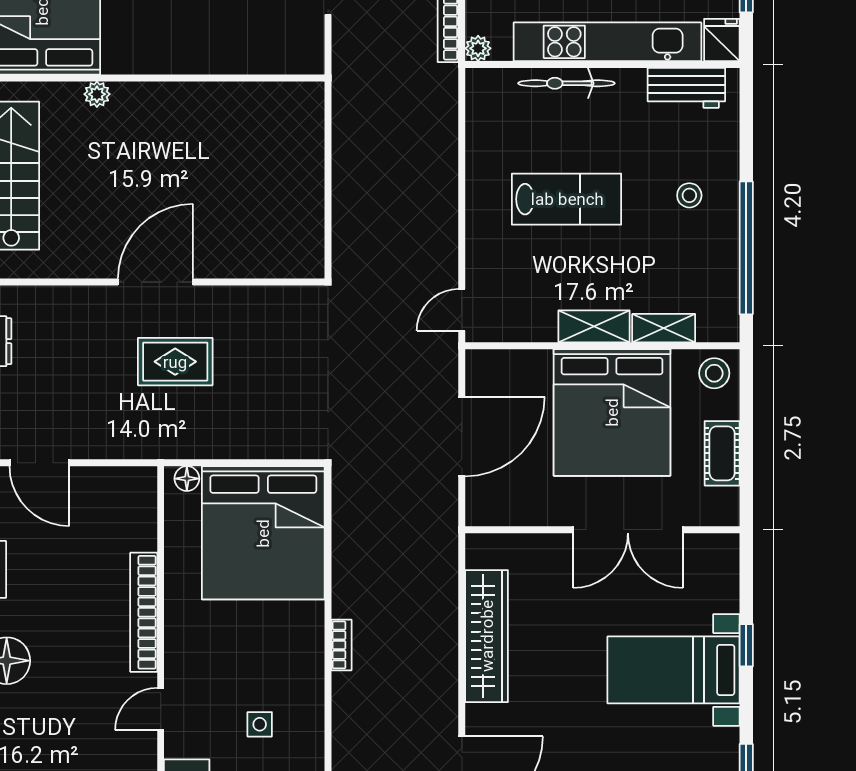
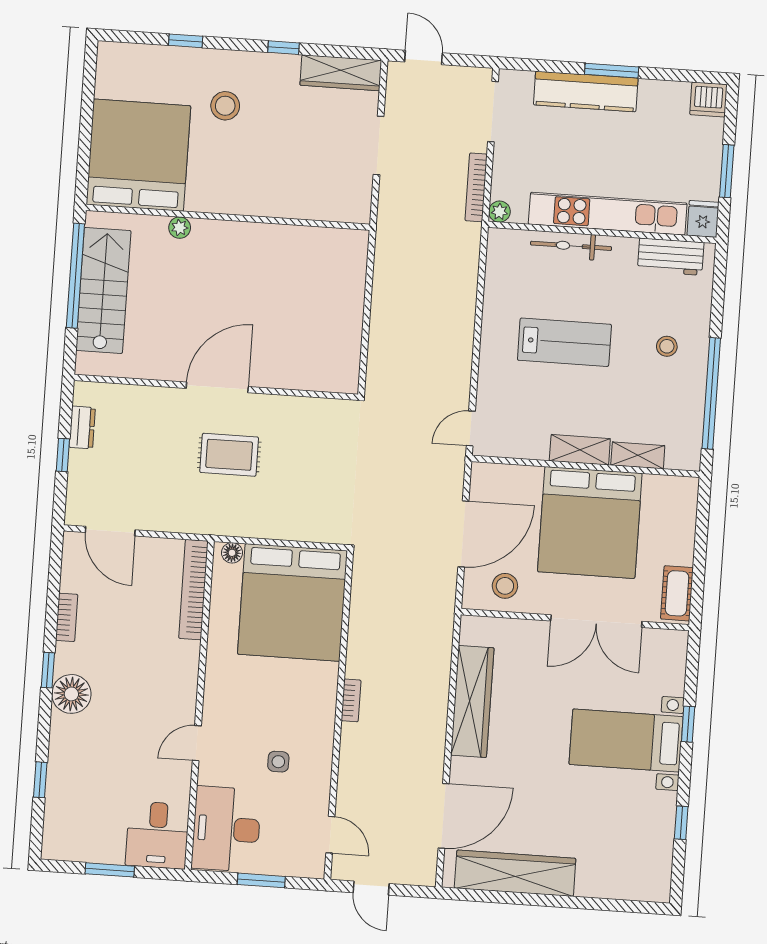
stool: (714, 373) -> (505, 586), moved
cot: (722, 453) -> (677, 593), moved
bookcase: (144, 612) -> (193, 590), moved

